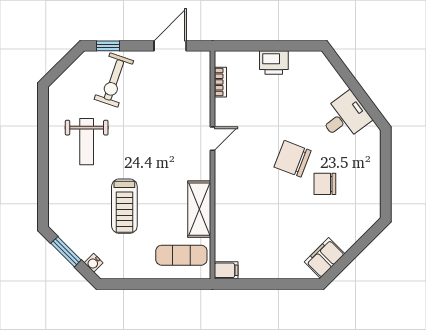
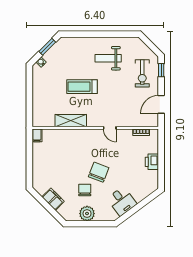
door: (170, 46) -> (161, 104), swing flipped
exercise bike: (114, 80) -> (142, 73), turned -109
plant: (367, 180) -> (87, 214), added
treadmill: (124, 206) -> (82, 87), moved
exercise mat: (181, 255) -> (45, 111), removed
filing cabinet: (325, 258) -> (53, 199), moved

